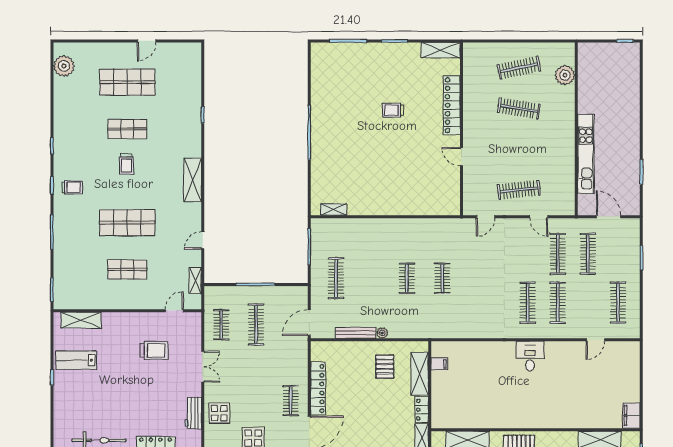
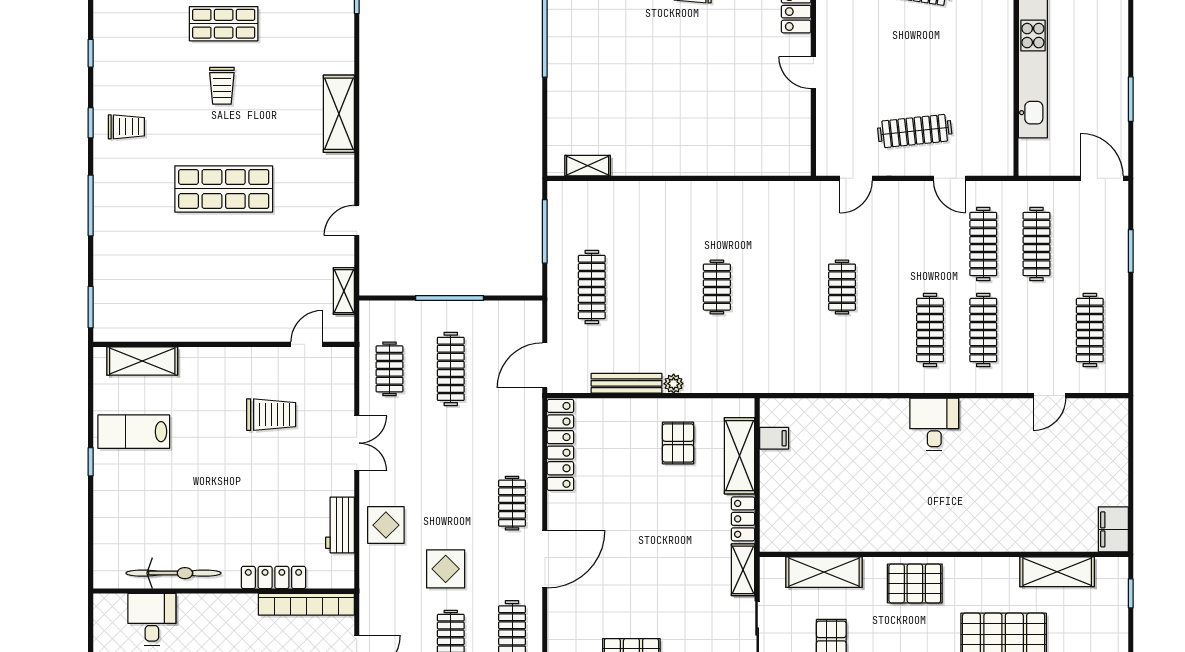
door: (609, 217) -> (1102, 178), moved
shop shelf: (127, 270) -> (224, 272), removed
clothes rail: (442, 278) -> (842, 287), moved
locker: (318, 389) -> (560, 445), moved

